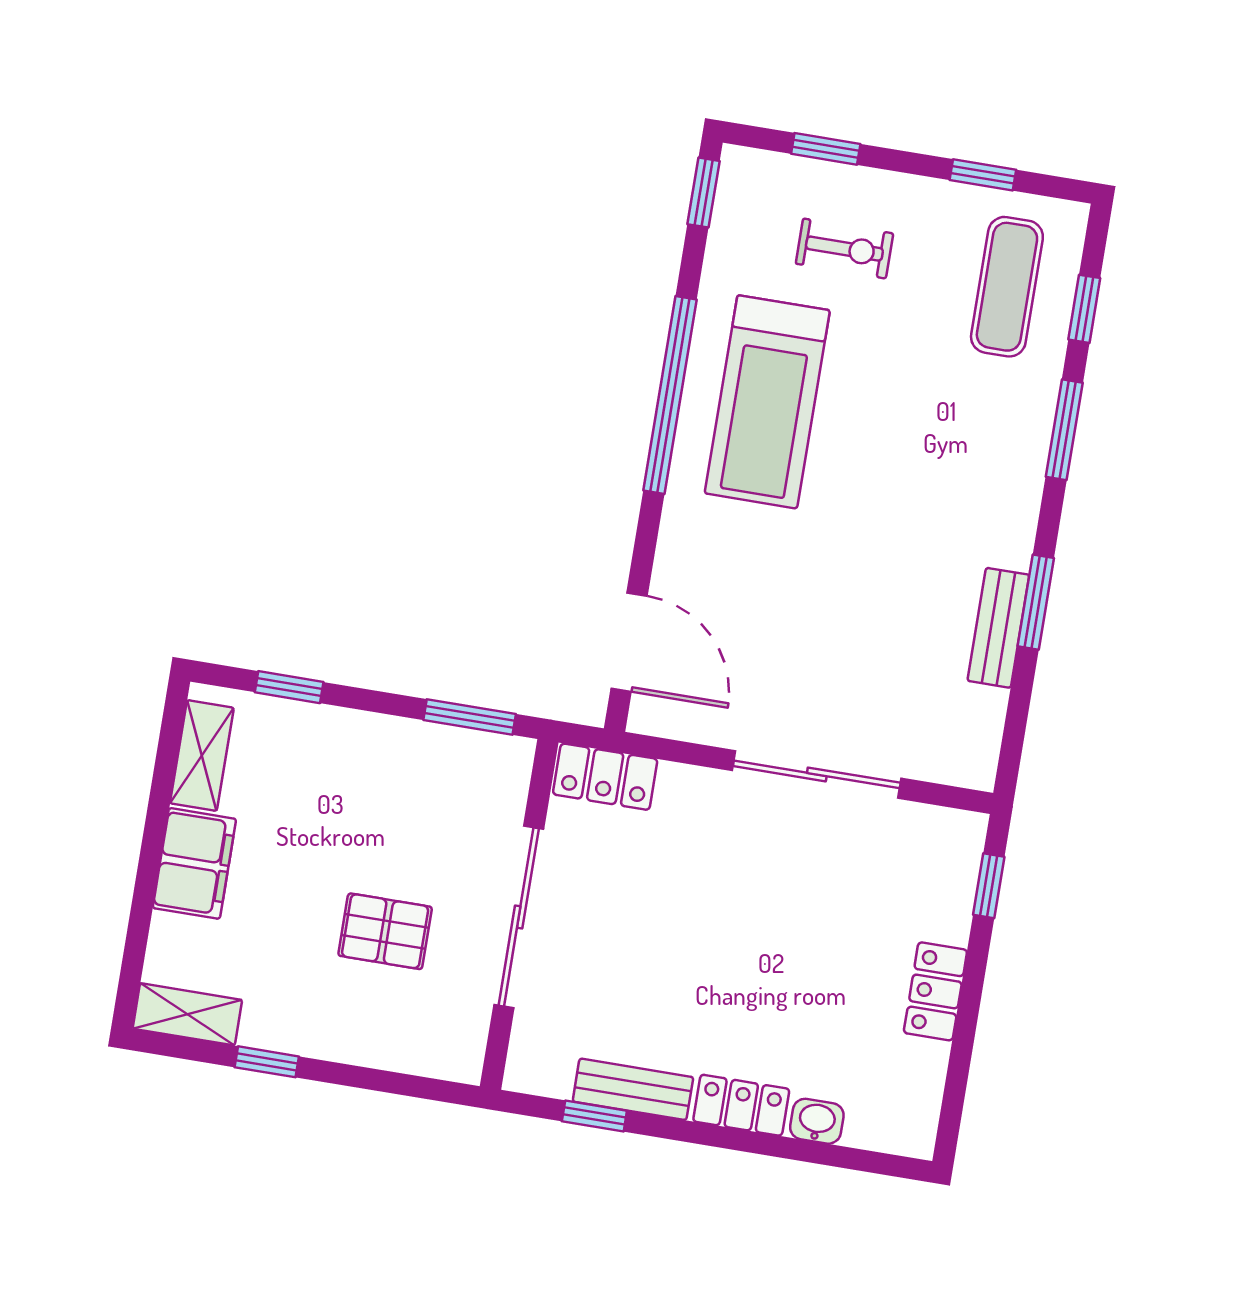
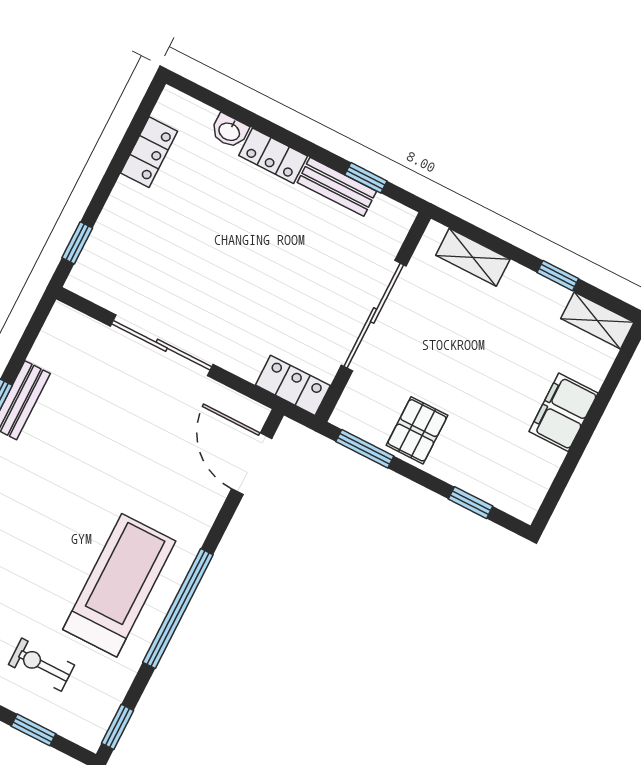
shelving: (202, 755) -> (473, 257), moved, turned 90
pallet: (385, 931) -> (417, 430), moved, turned 90
locker: (935, 991) -> (149, 152), moved

